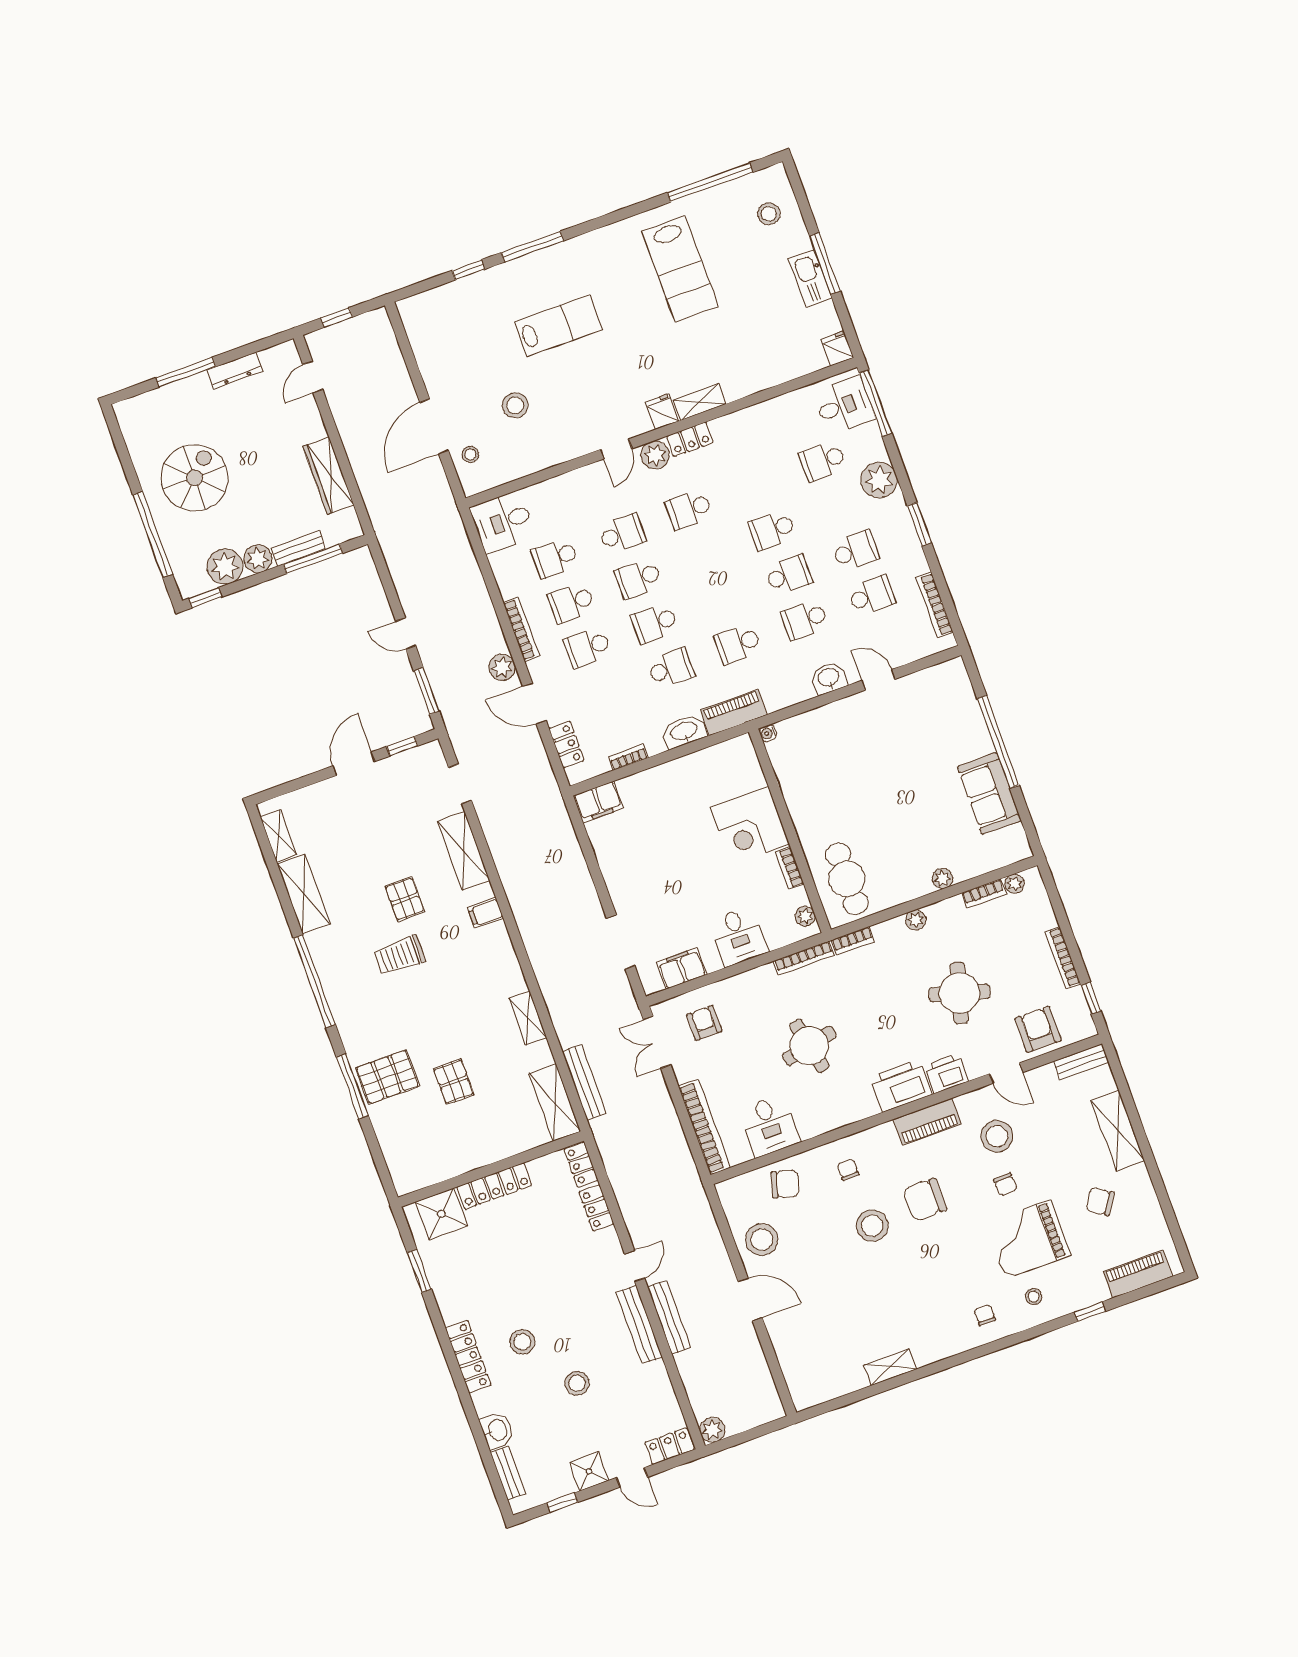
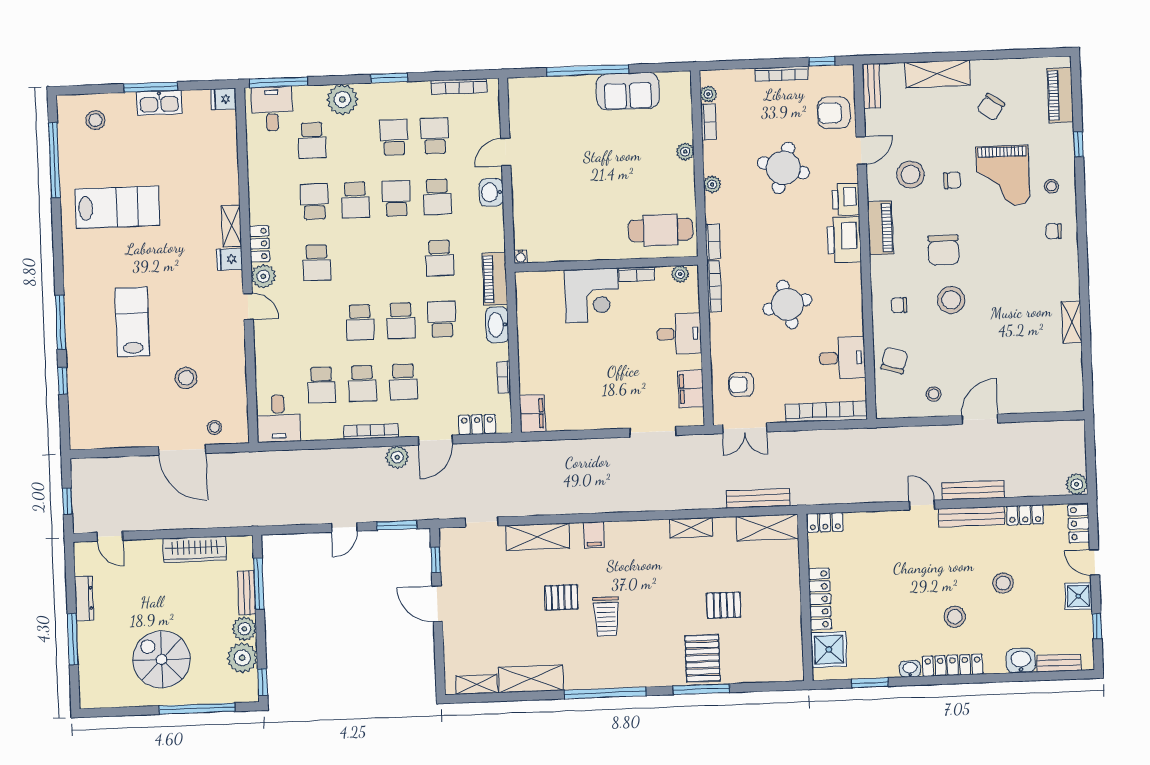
school desk: (622, 534) -> (314, 202), moved
locker: (596, 1208) -> (1025, 515), moved
stool: (762, 1240) -> (934, 394), width x0.53, depth x0.53
washbasin: (449, 1311) -> (910, 669), added
door: (632, 1477) -> (1095, 562), swing flipped

